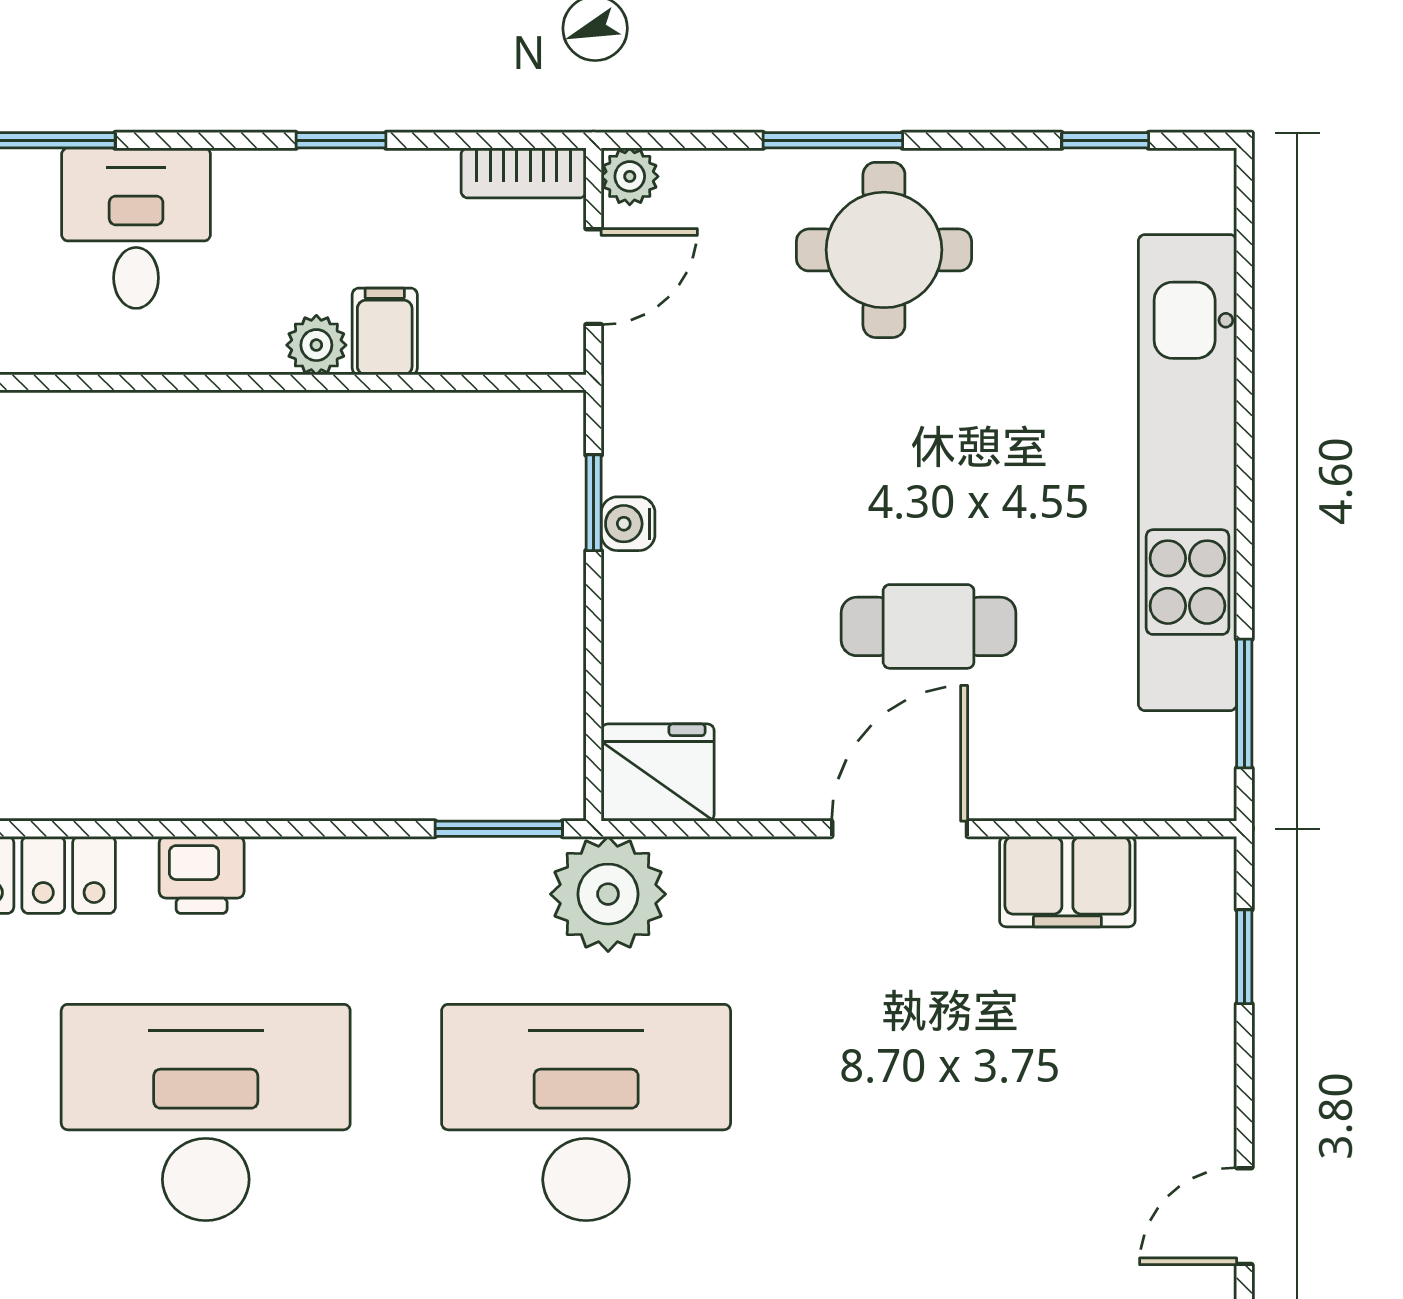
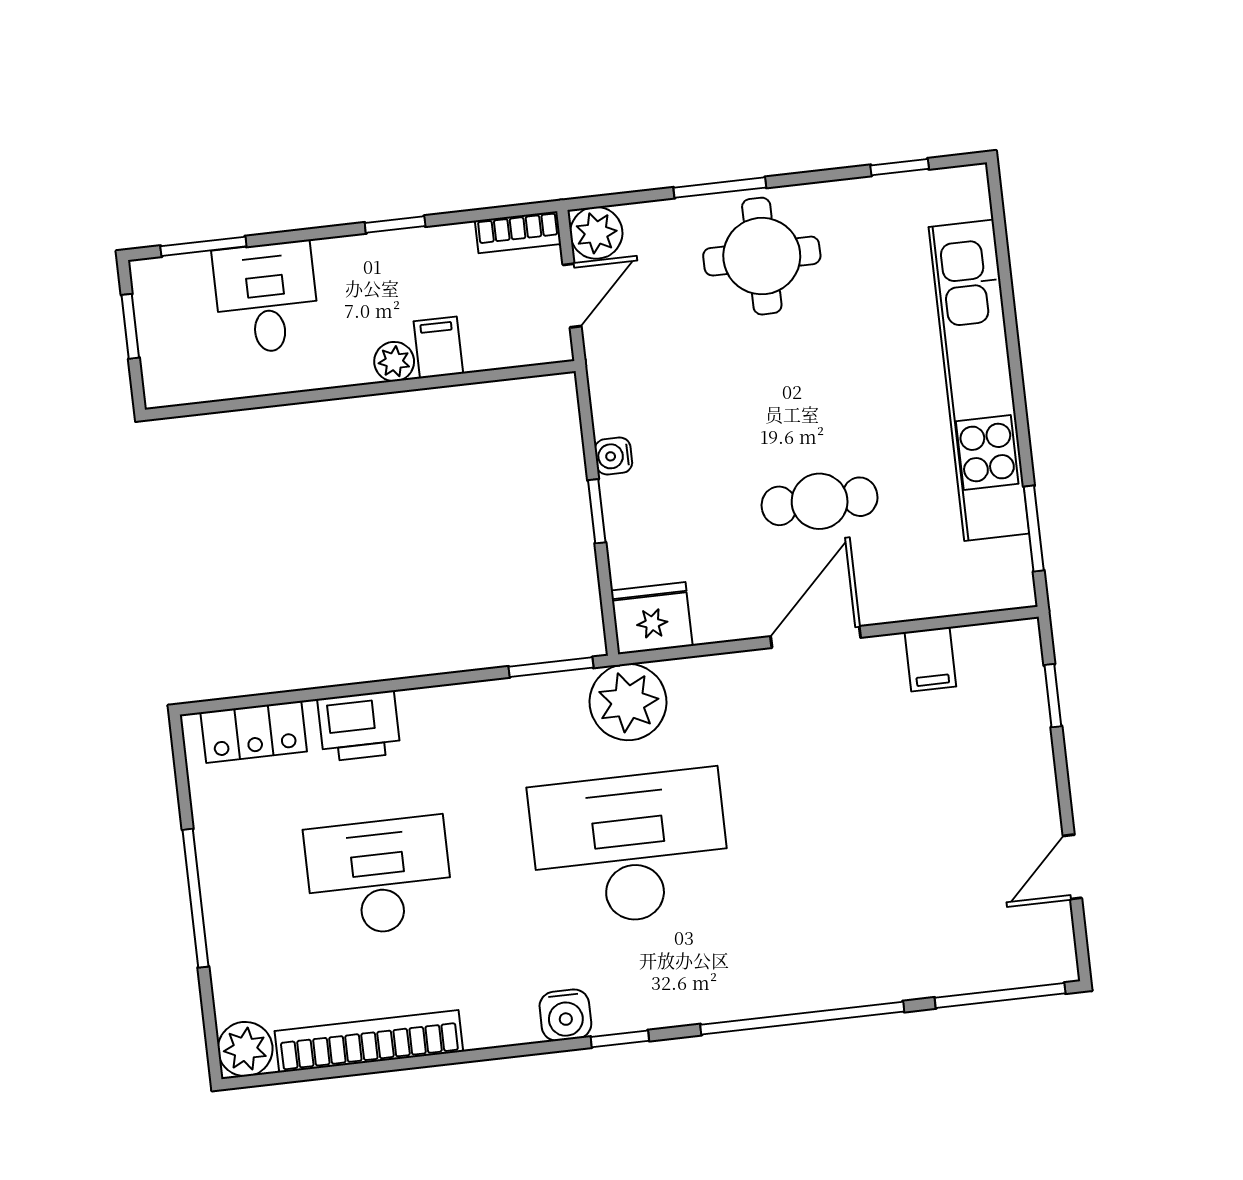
plant: (630, 176) -> (596, 233), width x1.38, depth x1.38
window: (594, 503) -> (597, 511), moved
printer: (202, 875) -> (359, 726), width x1.36, depth x1.24
filing cabinet: (1067, 882) -> (930, 659), width x0.50
desk: (206, 1112) -> (379, 877), width x0.73, depth x0.77

